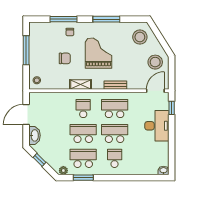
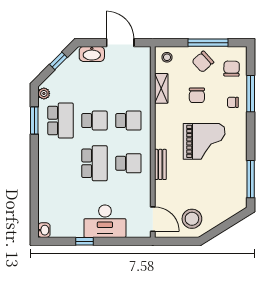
window: (106, 19) -> (251, 179), moved
chair: (45, 33) -> (232, 69), added
stool: (140, 37) -> (226, 198), removed
chair: (40, 54) -> (203, 62), added
shelving: (81, 85) -> (161, 88), moved
window: (172, 108) -> (84, 241), moved
school desk: (115, 109) -> (128, 163), width x0.54
school desk: (83, 133) -> (94, 121), width x0.54
school desk: (115, 158) -> (60, 163), removed

